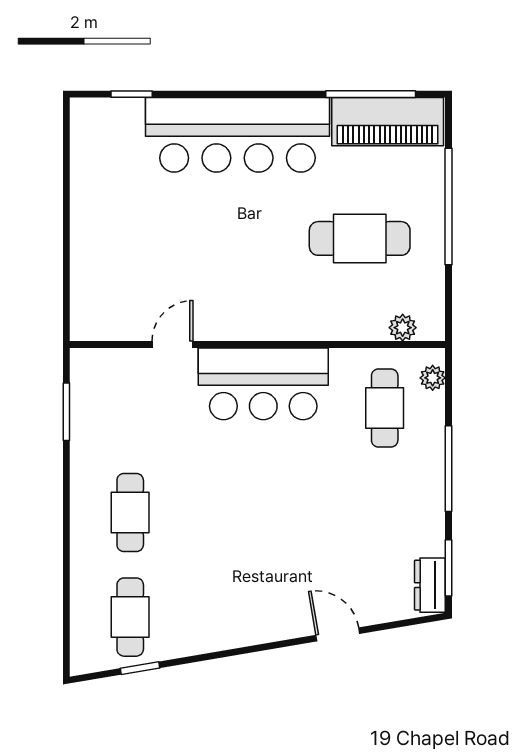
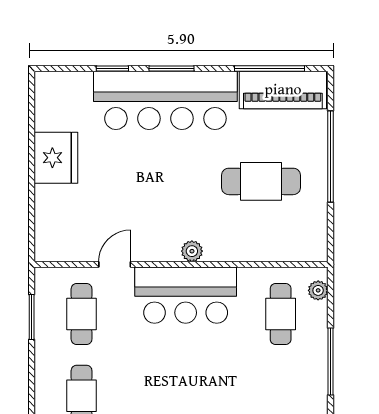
window: (132, 94) -> (112, 69), moved
window: (245, 94) -> (171, 69), added
fridge: (97, 208) -> (56, 158), added
plant: (403, 328) -> (192, 251), moved
cafe table: (130, 408) -> (82, 314), added

